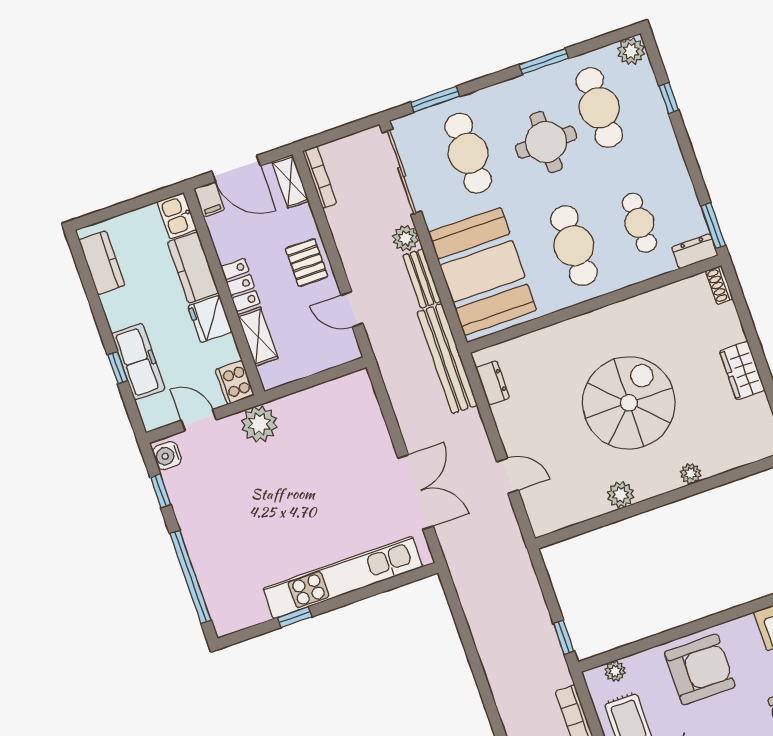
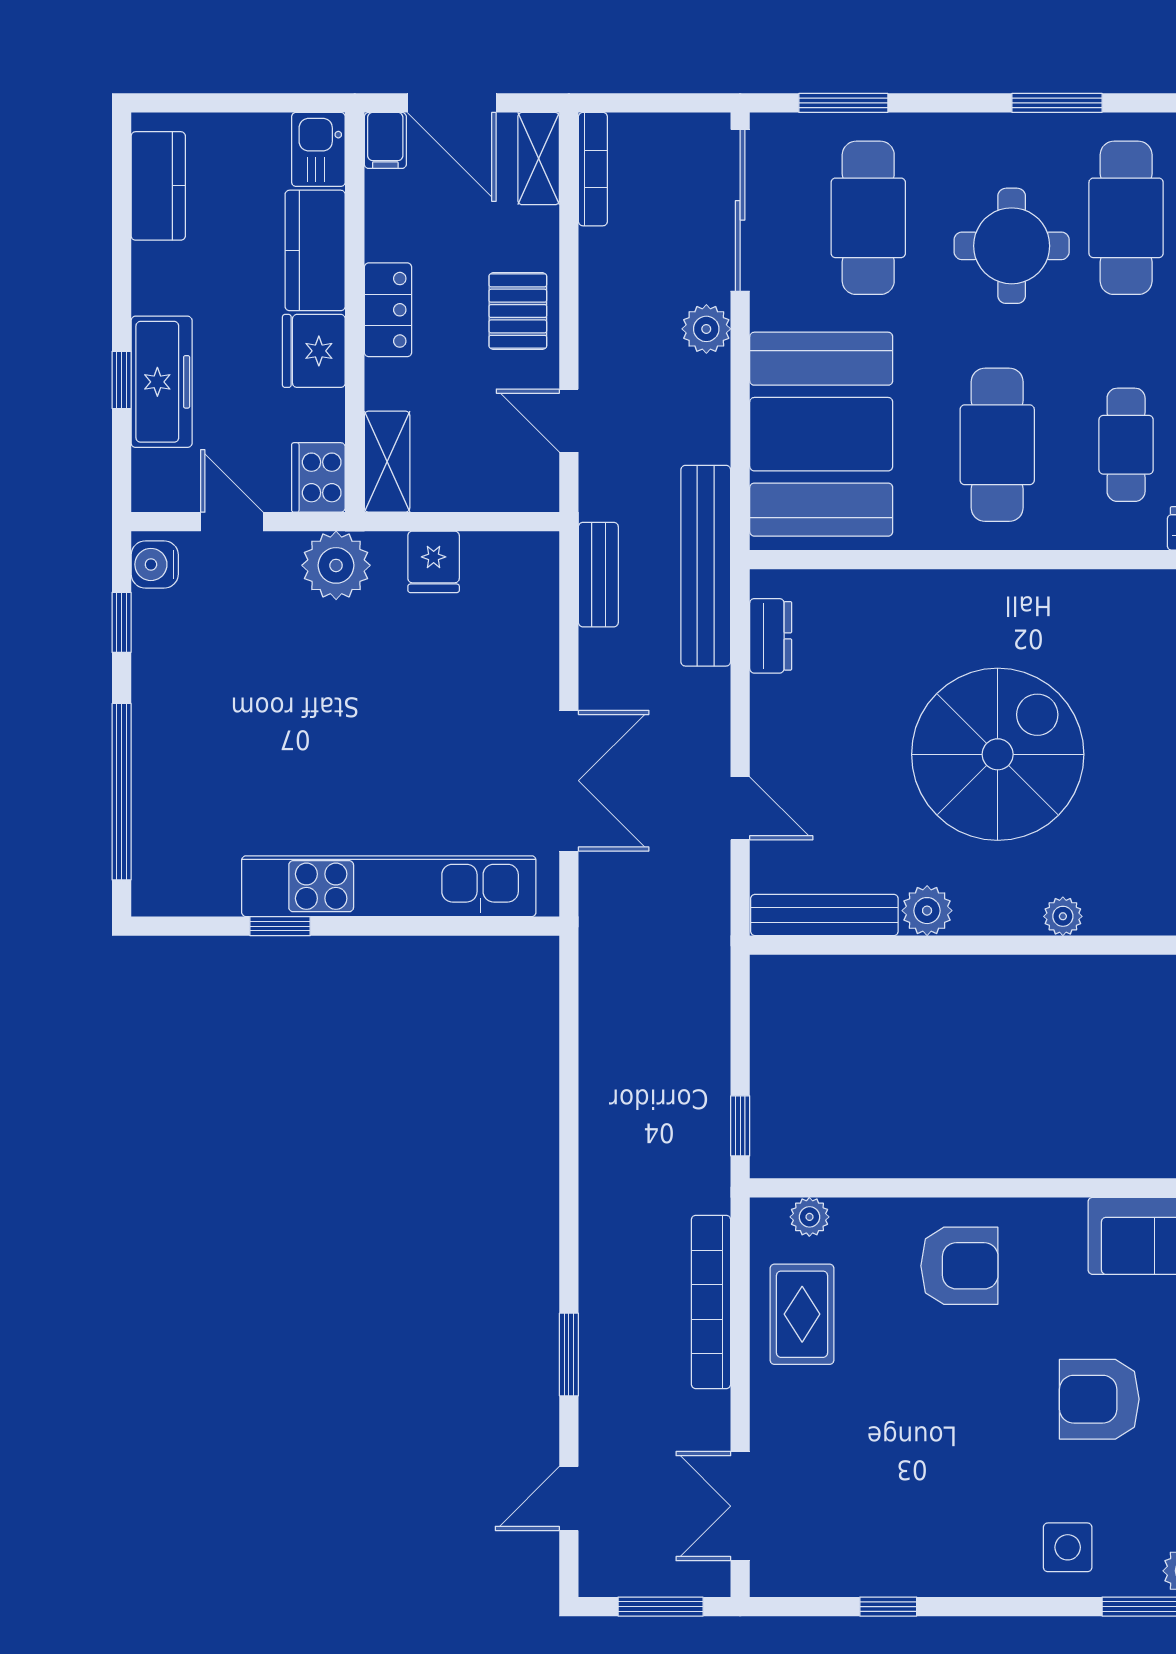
bench: (422, 278) -> (598, 575), moved
shelving: (258, 336) -> (387, 462), moved
fridge: (308, 405) -> (434, 562), added
bench: (569, 515) -> (824, 915), added
armchair: (700, 669) -> (959, 1266), width x0.73, depth x0.73

